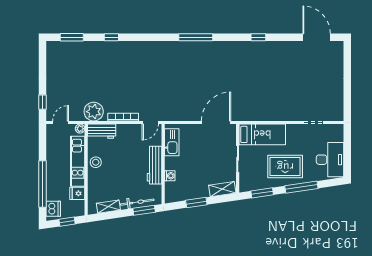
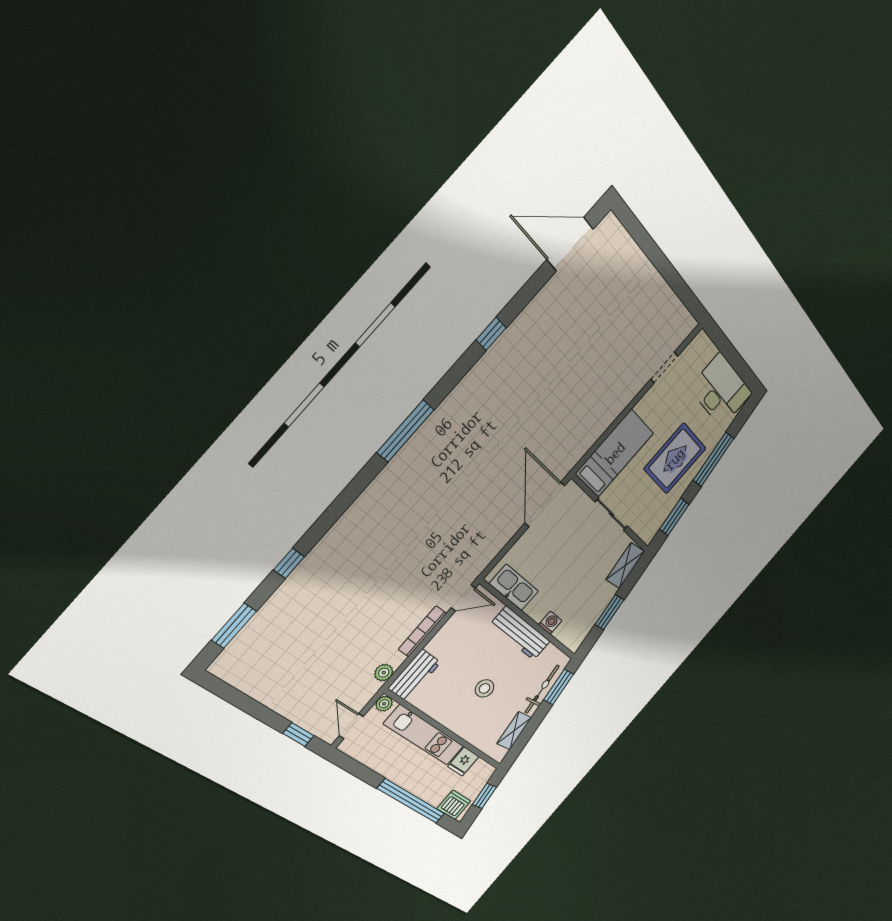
plant: (94, 112) -> (384, 673), width x0.53, depth x0.53
door: (150, 123) -> (463, 598), hinge flipped
stool: (96, 162) -> (485, 688), moved

